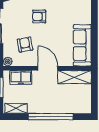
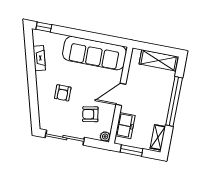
sofa: (82, 45) -> (94, 53), width x1.36, depth x1.27
shelving: (74, 77) -> (159, 60), moved, turned 90

